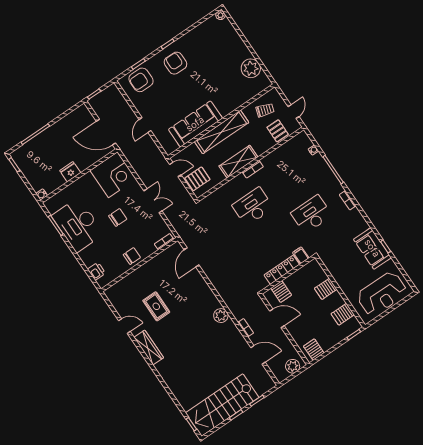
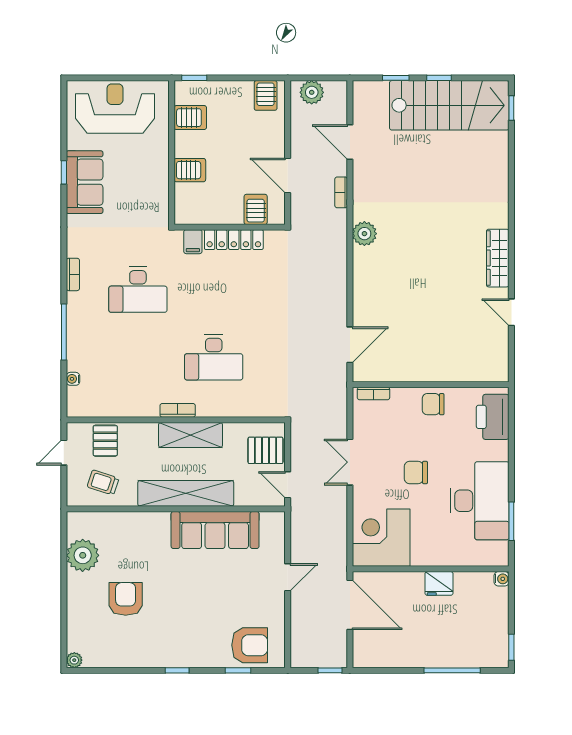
armchair: (175, 63) -> (126, 599), moved, turned 180
printer: (96, 271) -> (493, 417), width x1.87, depth x1.48
rug: (156, 306) -> (447, 309), removed

